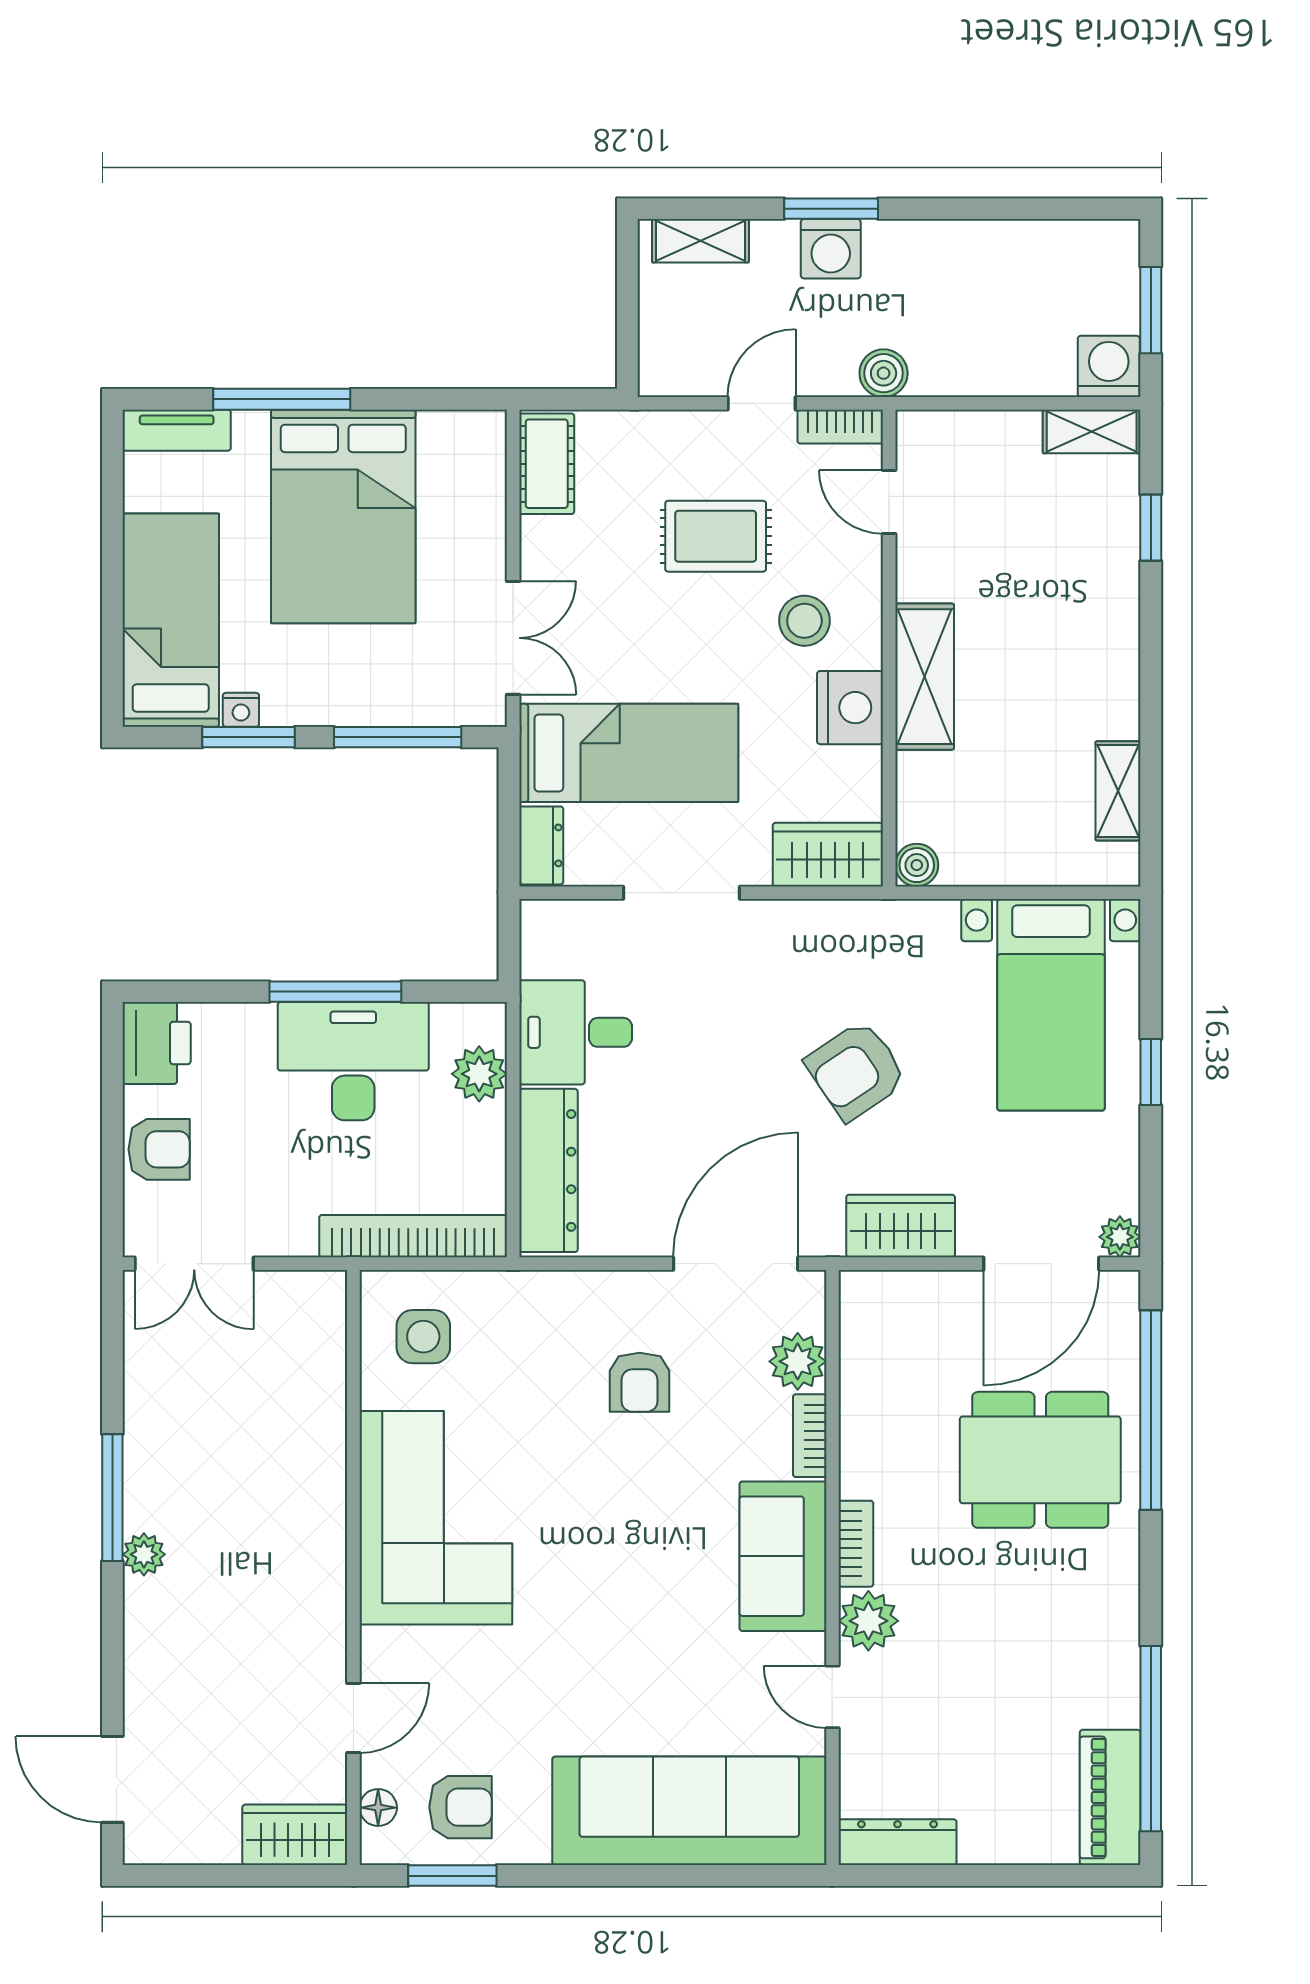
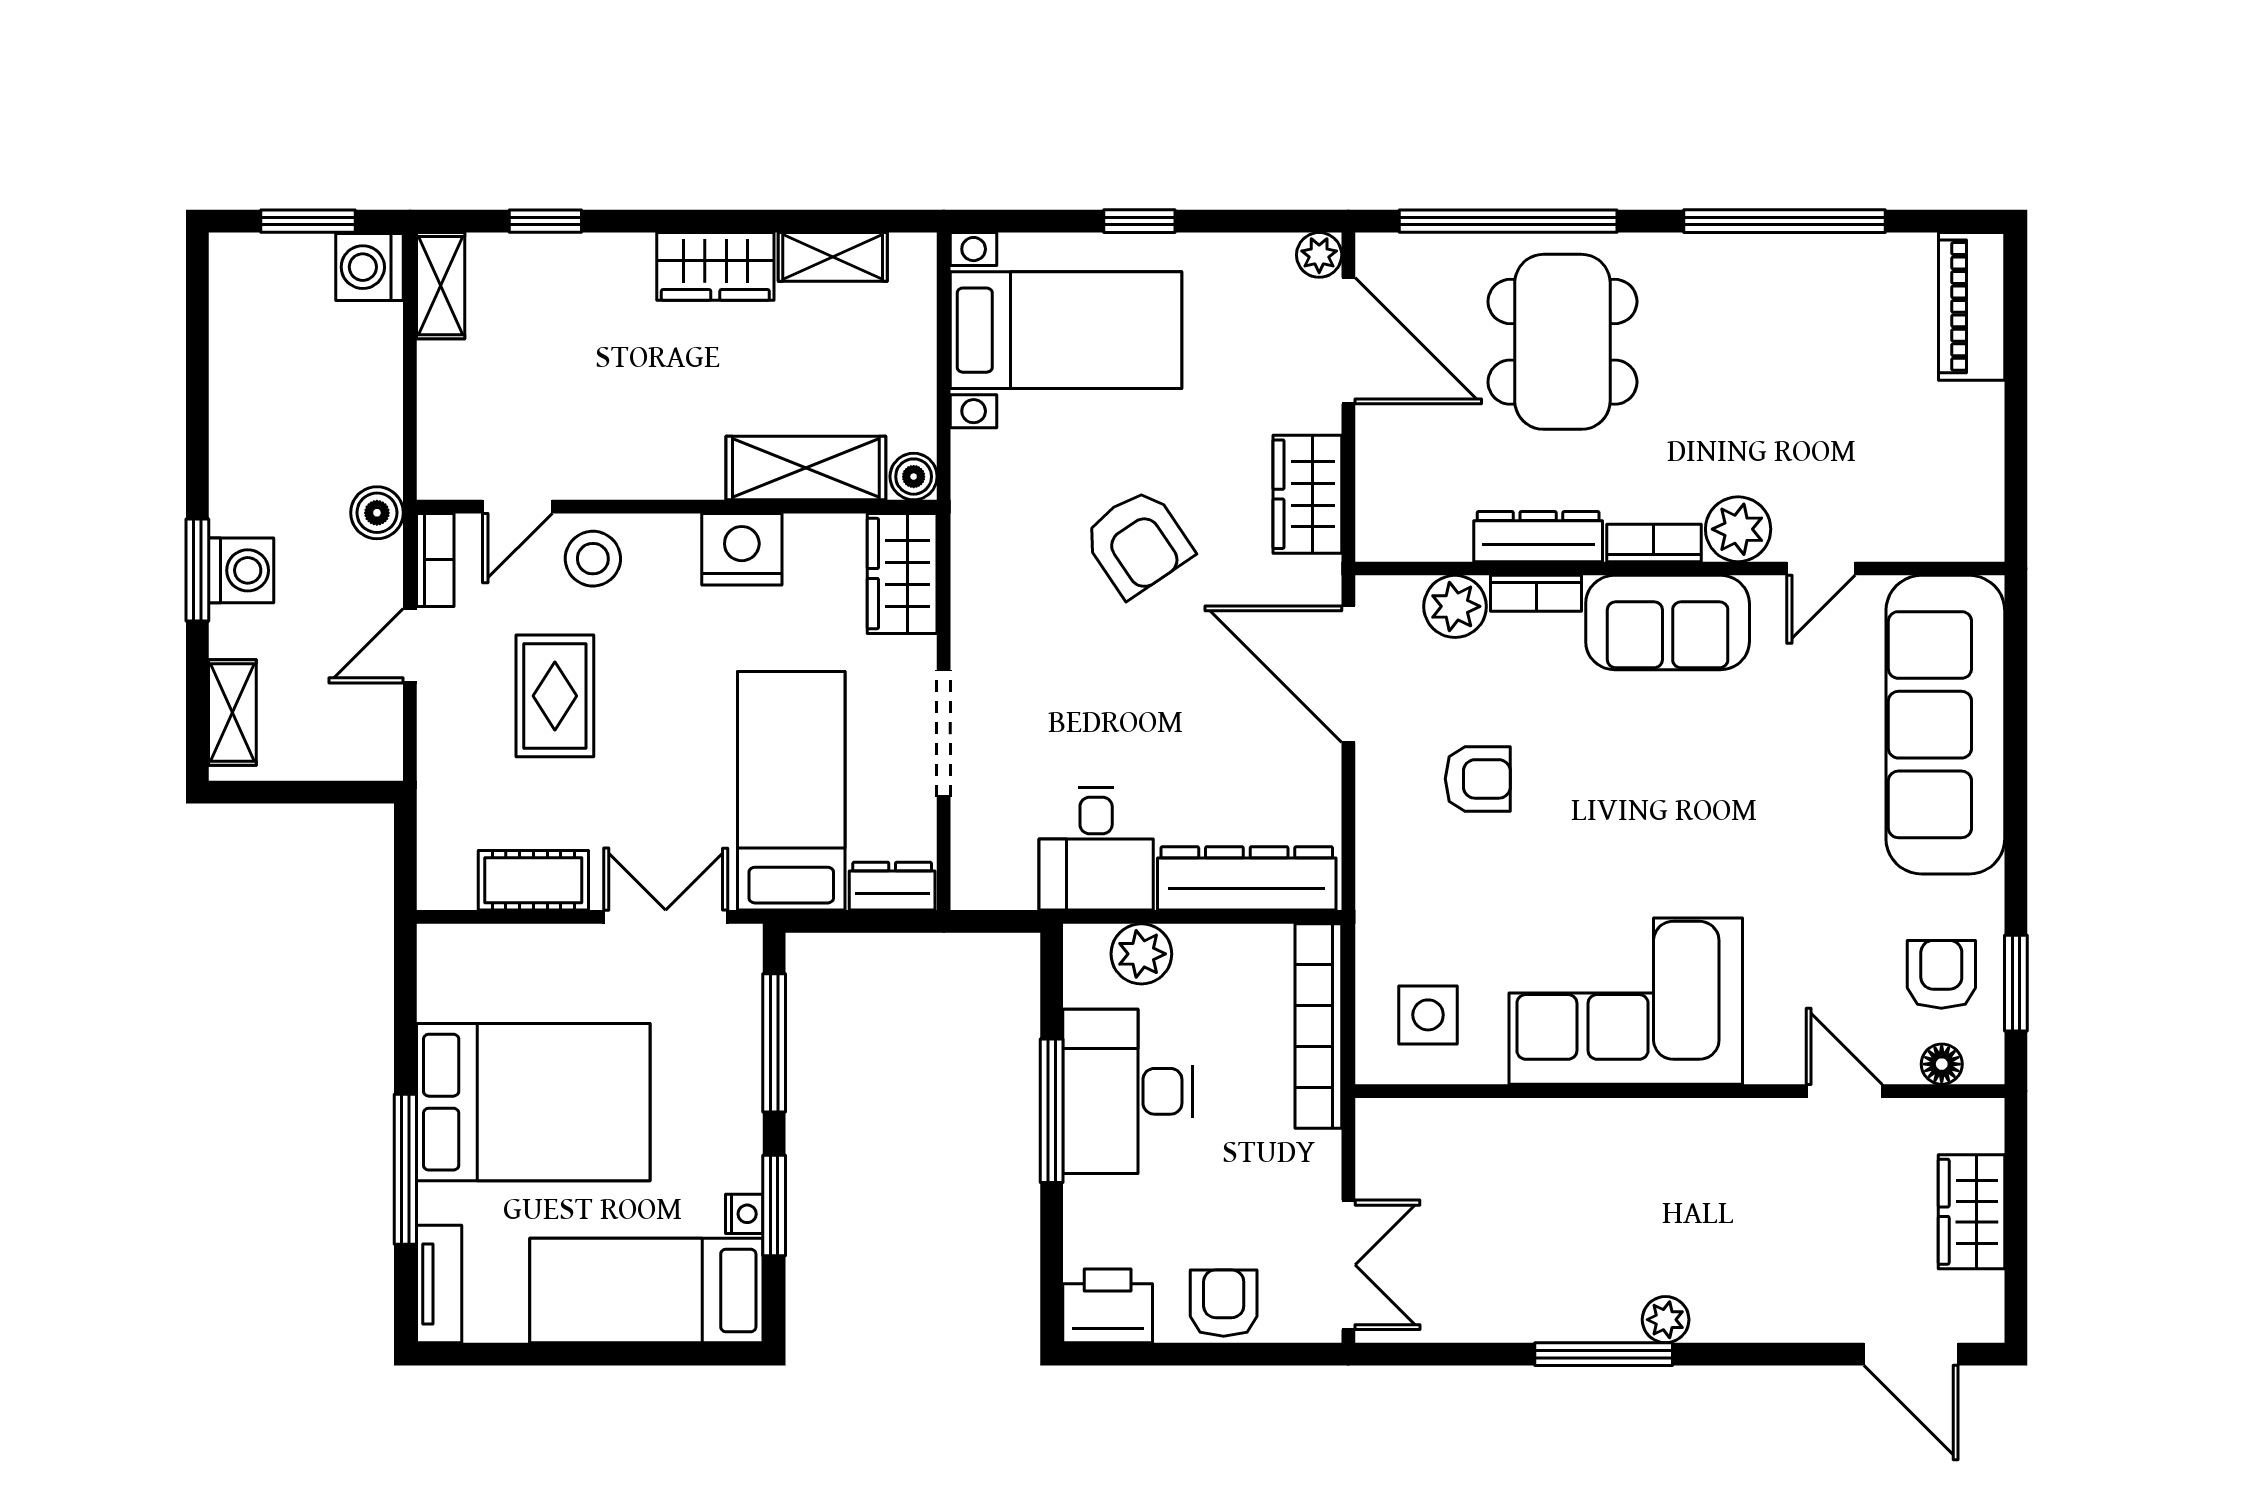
door: (762, 403) -> (410, 646), hinge flipped
cot: (547, 464) -> (533, 880), moved
stool: (804, 621) -> (593, 559), moved
shelving: (925, 677) -> (806, 468), moved
wardrobe: (1109, 683) -> (715, 266), added
window: (1151, 1739) -> (1785, 221), moved
door: (112, 1779) -> (1911, 1354), hinge flipped
piano: (1110, 1797) -> (1972, 306), moved, turned 90
wardrobe: (295, 1835) -> (1972, 1212), moved
dresser: (898, 1842) -> (1538, 537), moved, turned 90

